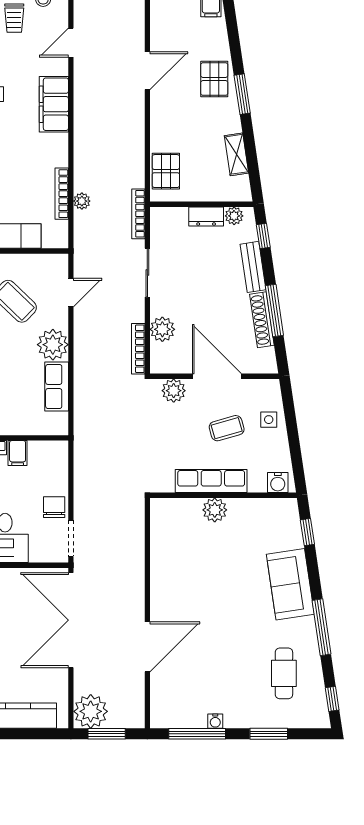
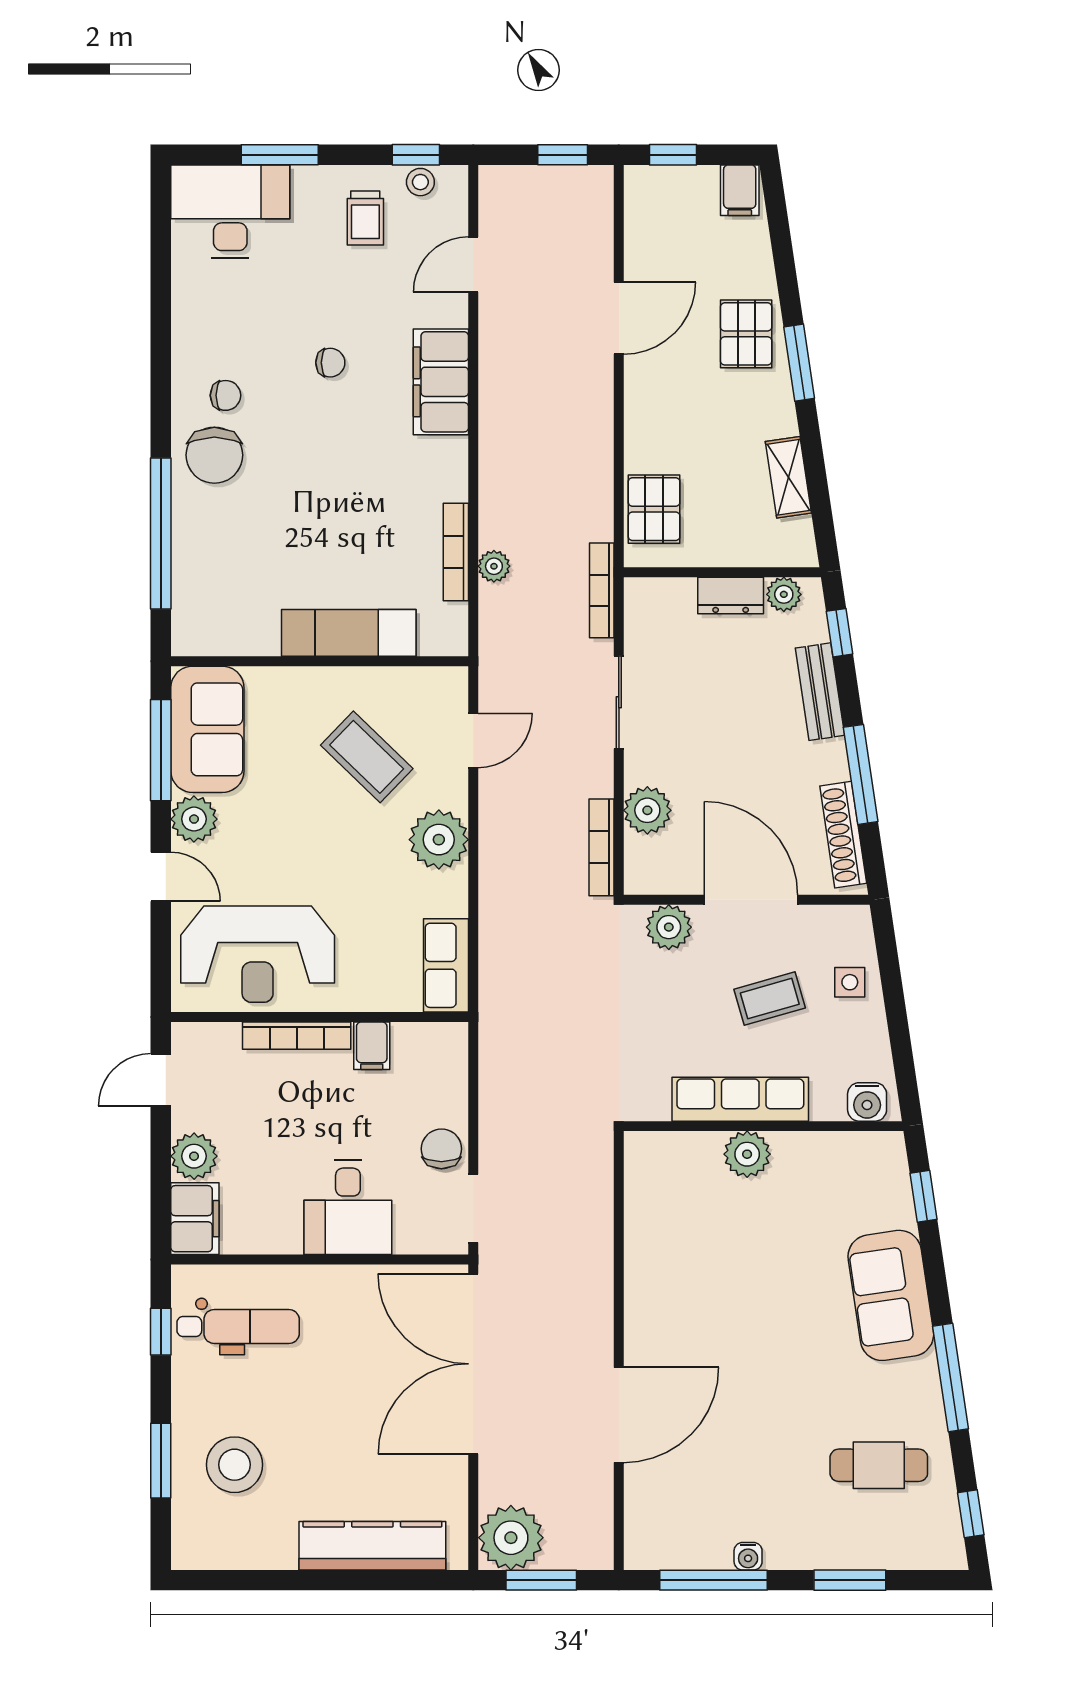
shoe rack: (262, 320) -> (843, 835), moved
row of seats: (57, 386) -> (446, 965), moved
cafe table: (284, 673) -> (879, 1465), turned 90

